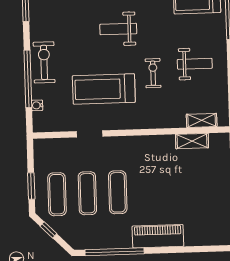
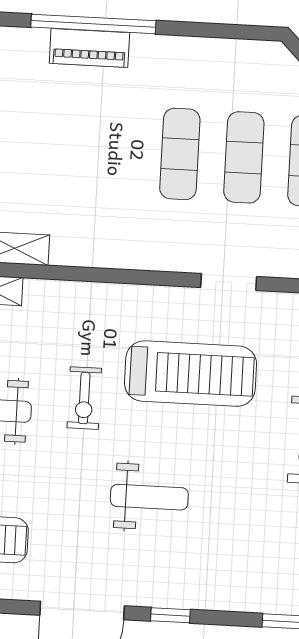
piano: (158, 236) -> (89, 48), width x0.73, depth x0.75
window: (115, 252) -> (93, 24), moved

